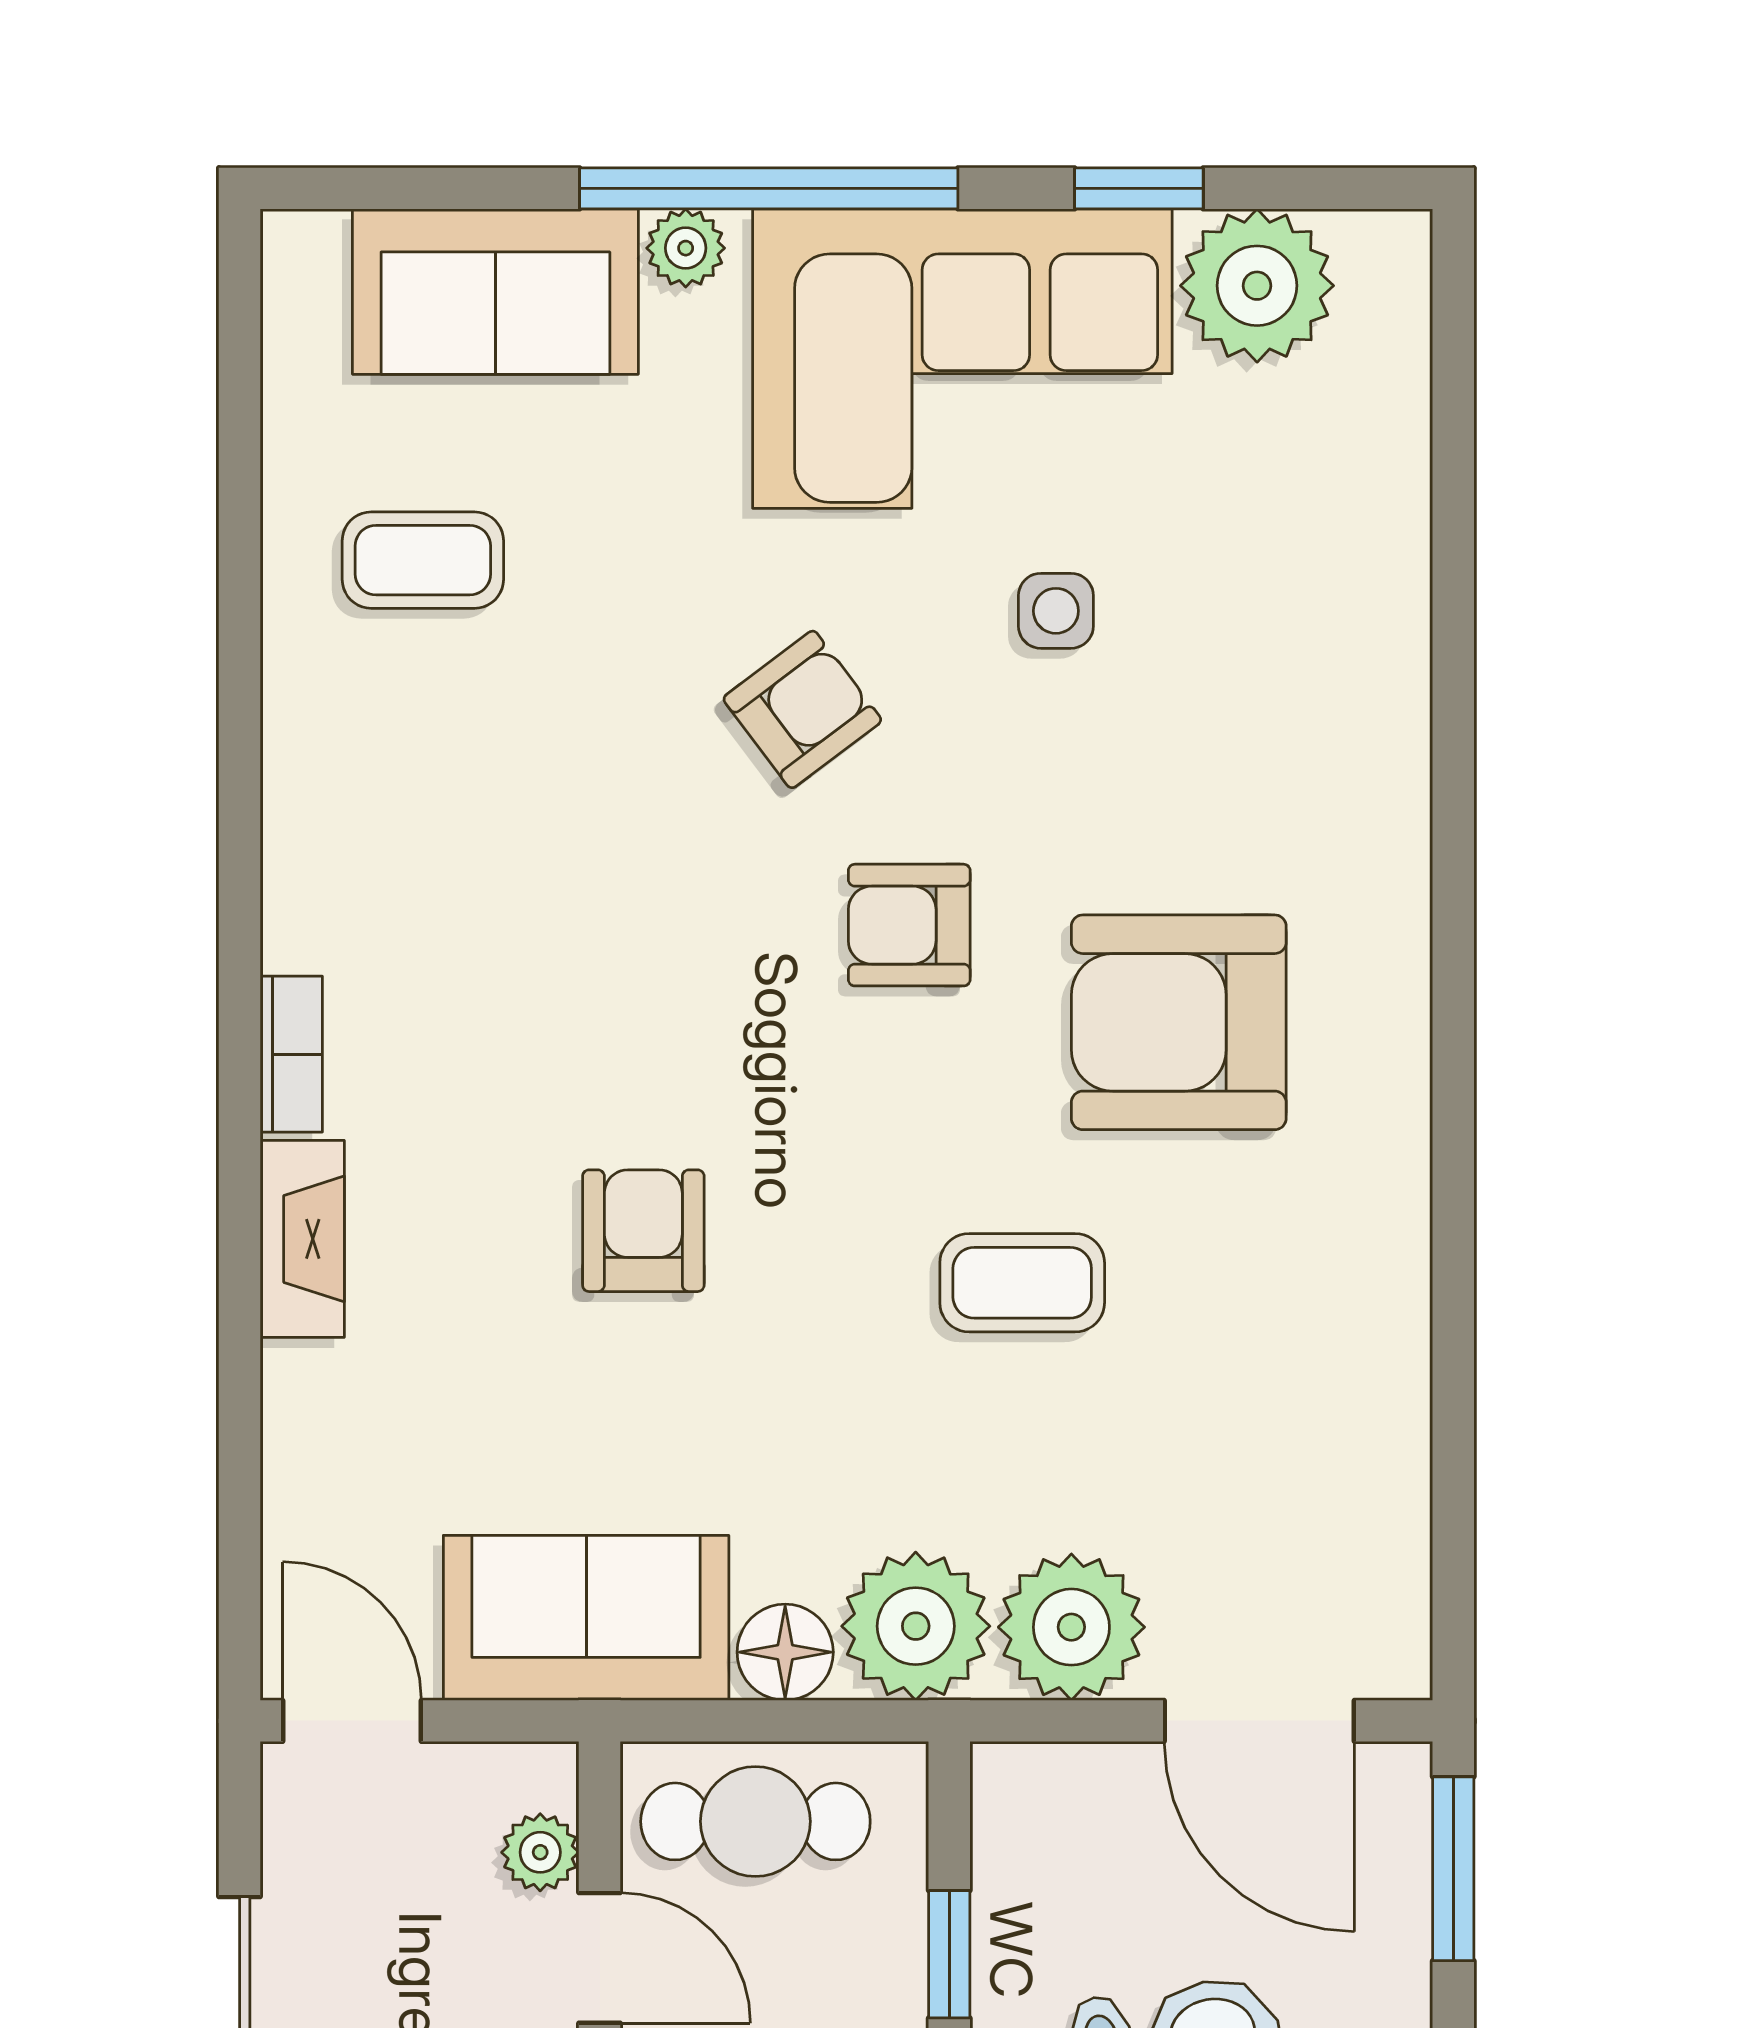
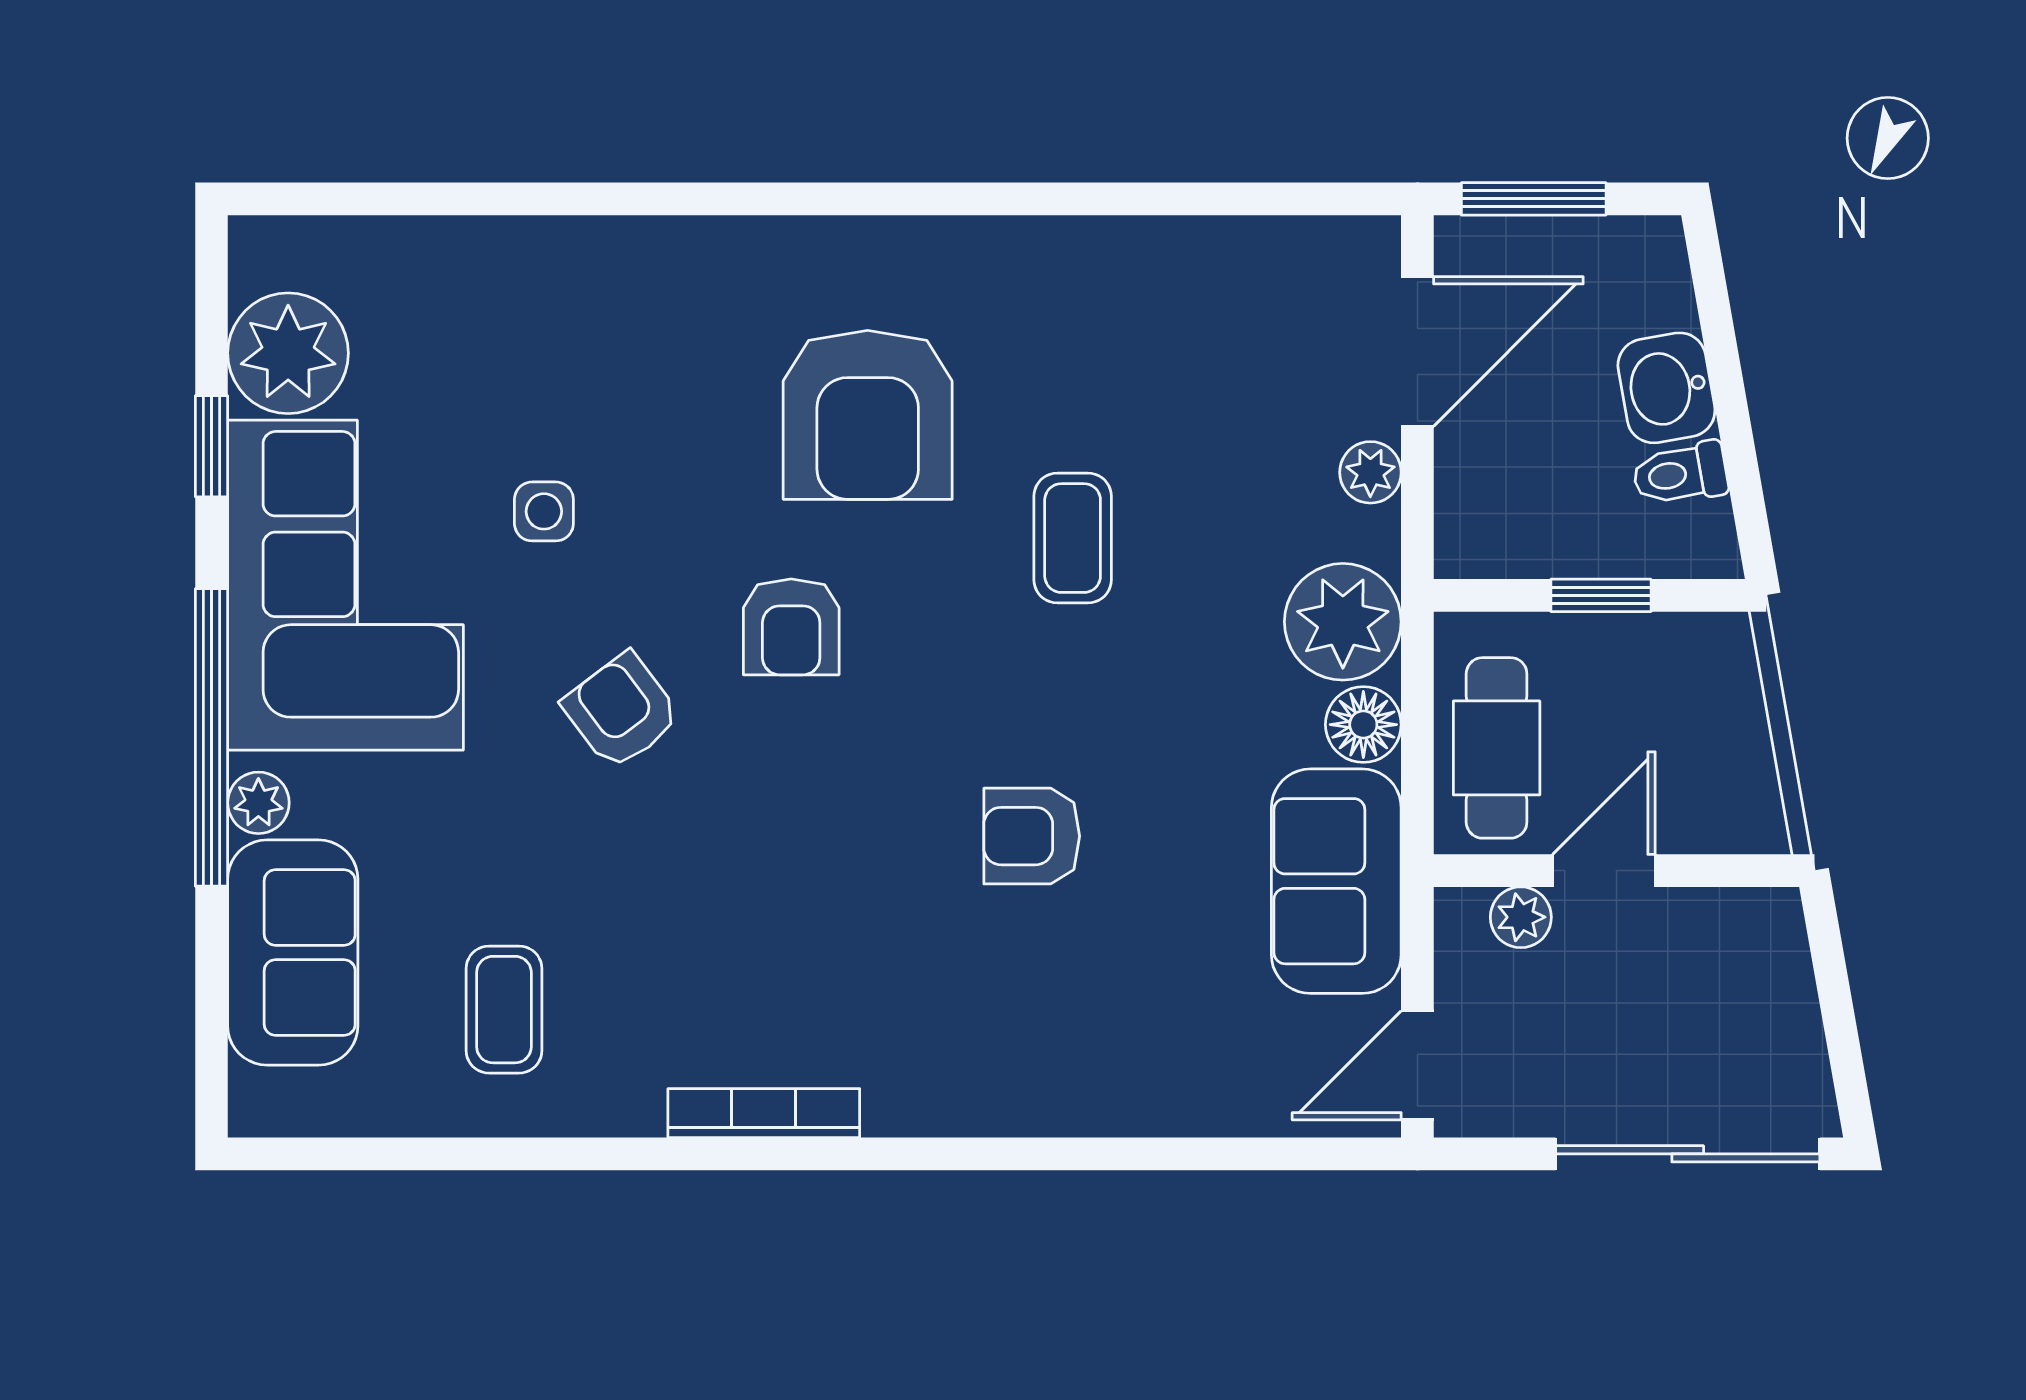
bookcase: (291, 1054) -> (764, 1113), moved, width x1.56
fireplace: (302, 1239) -> (1038, 1105), removed
plant: (1071, 1627) -> (1370, 472), width x0.53, depth x0.53

